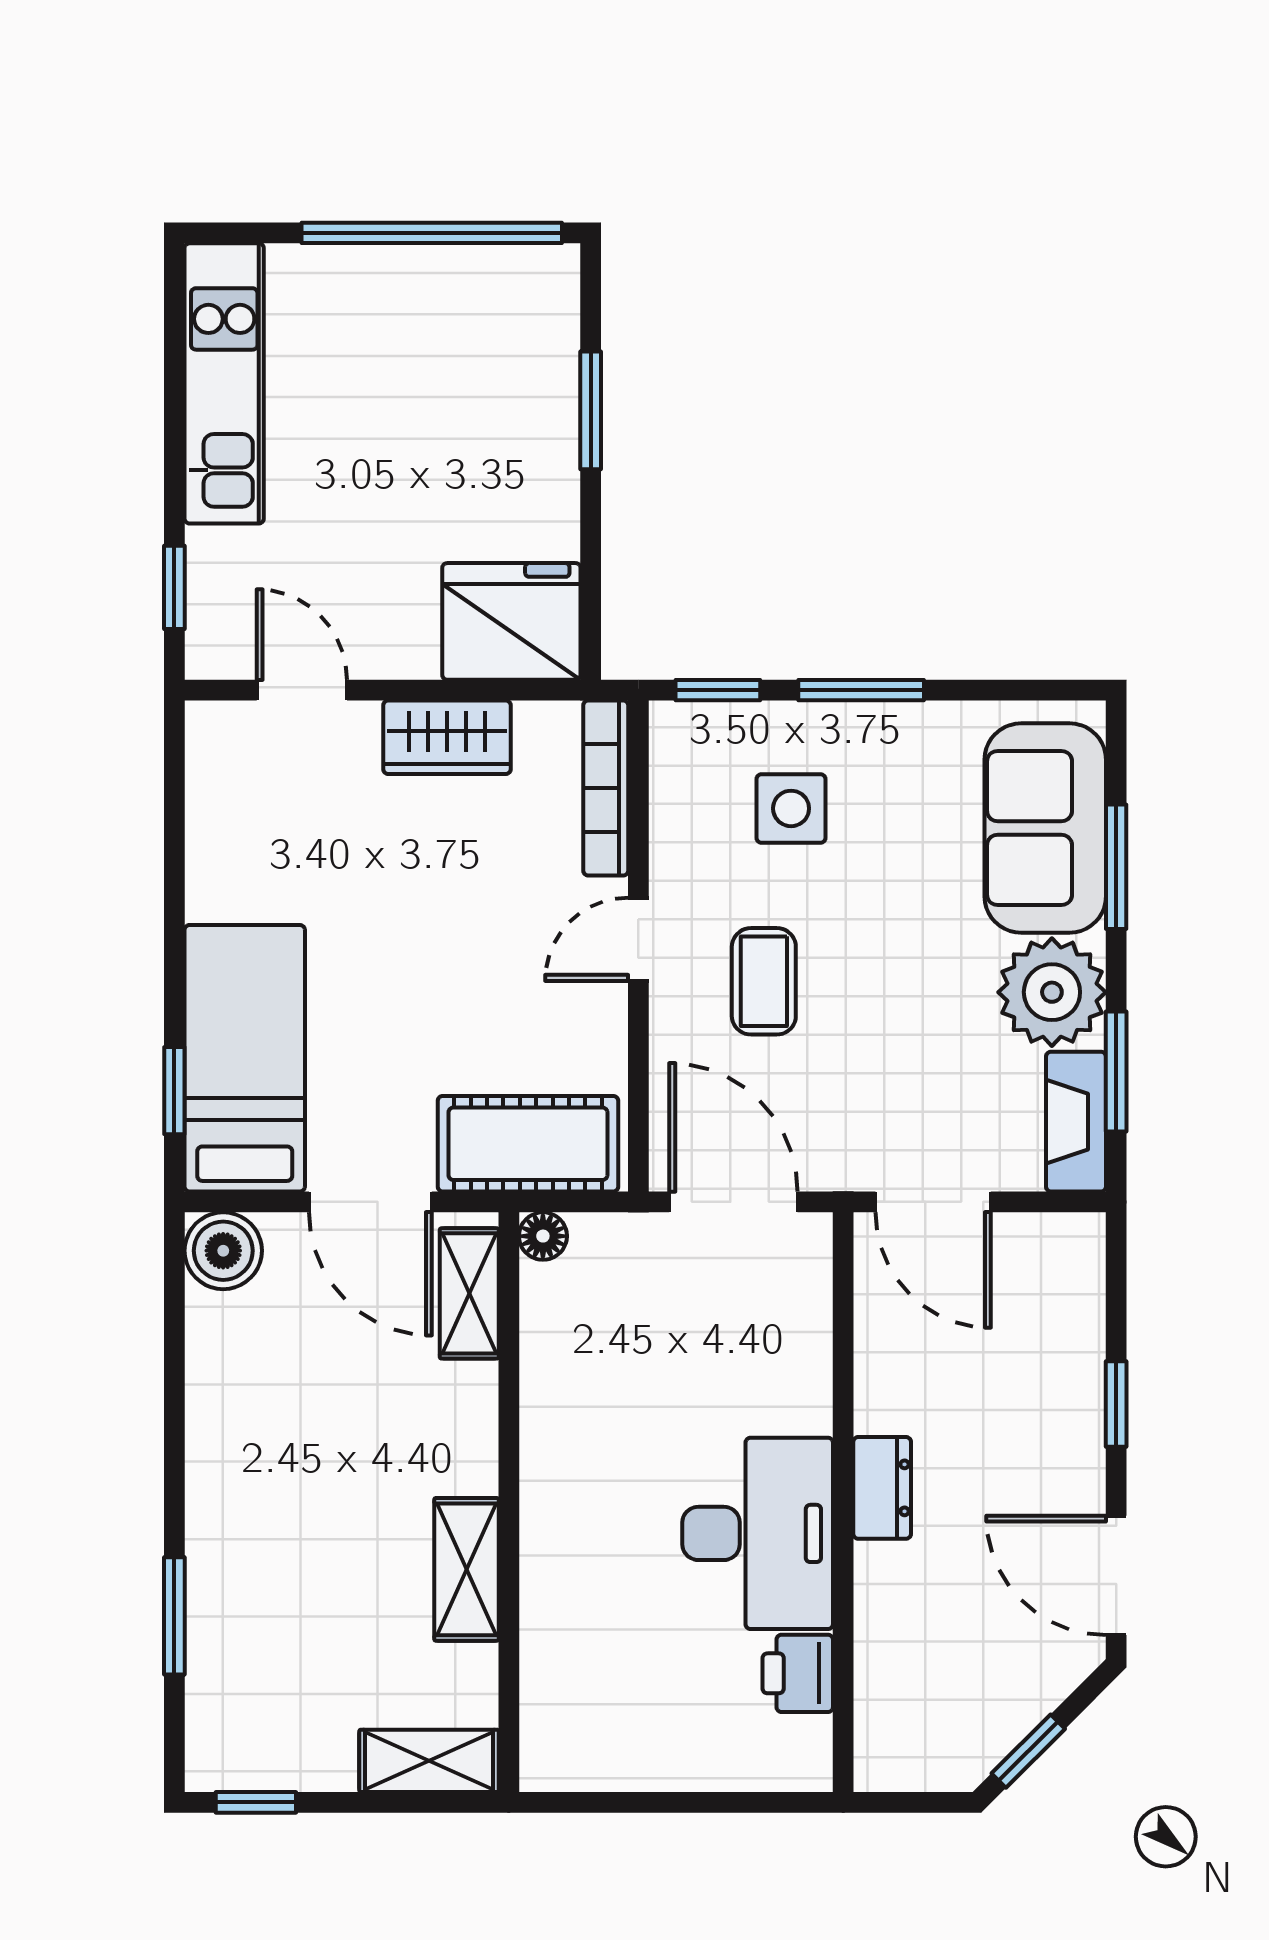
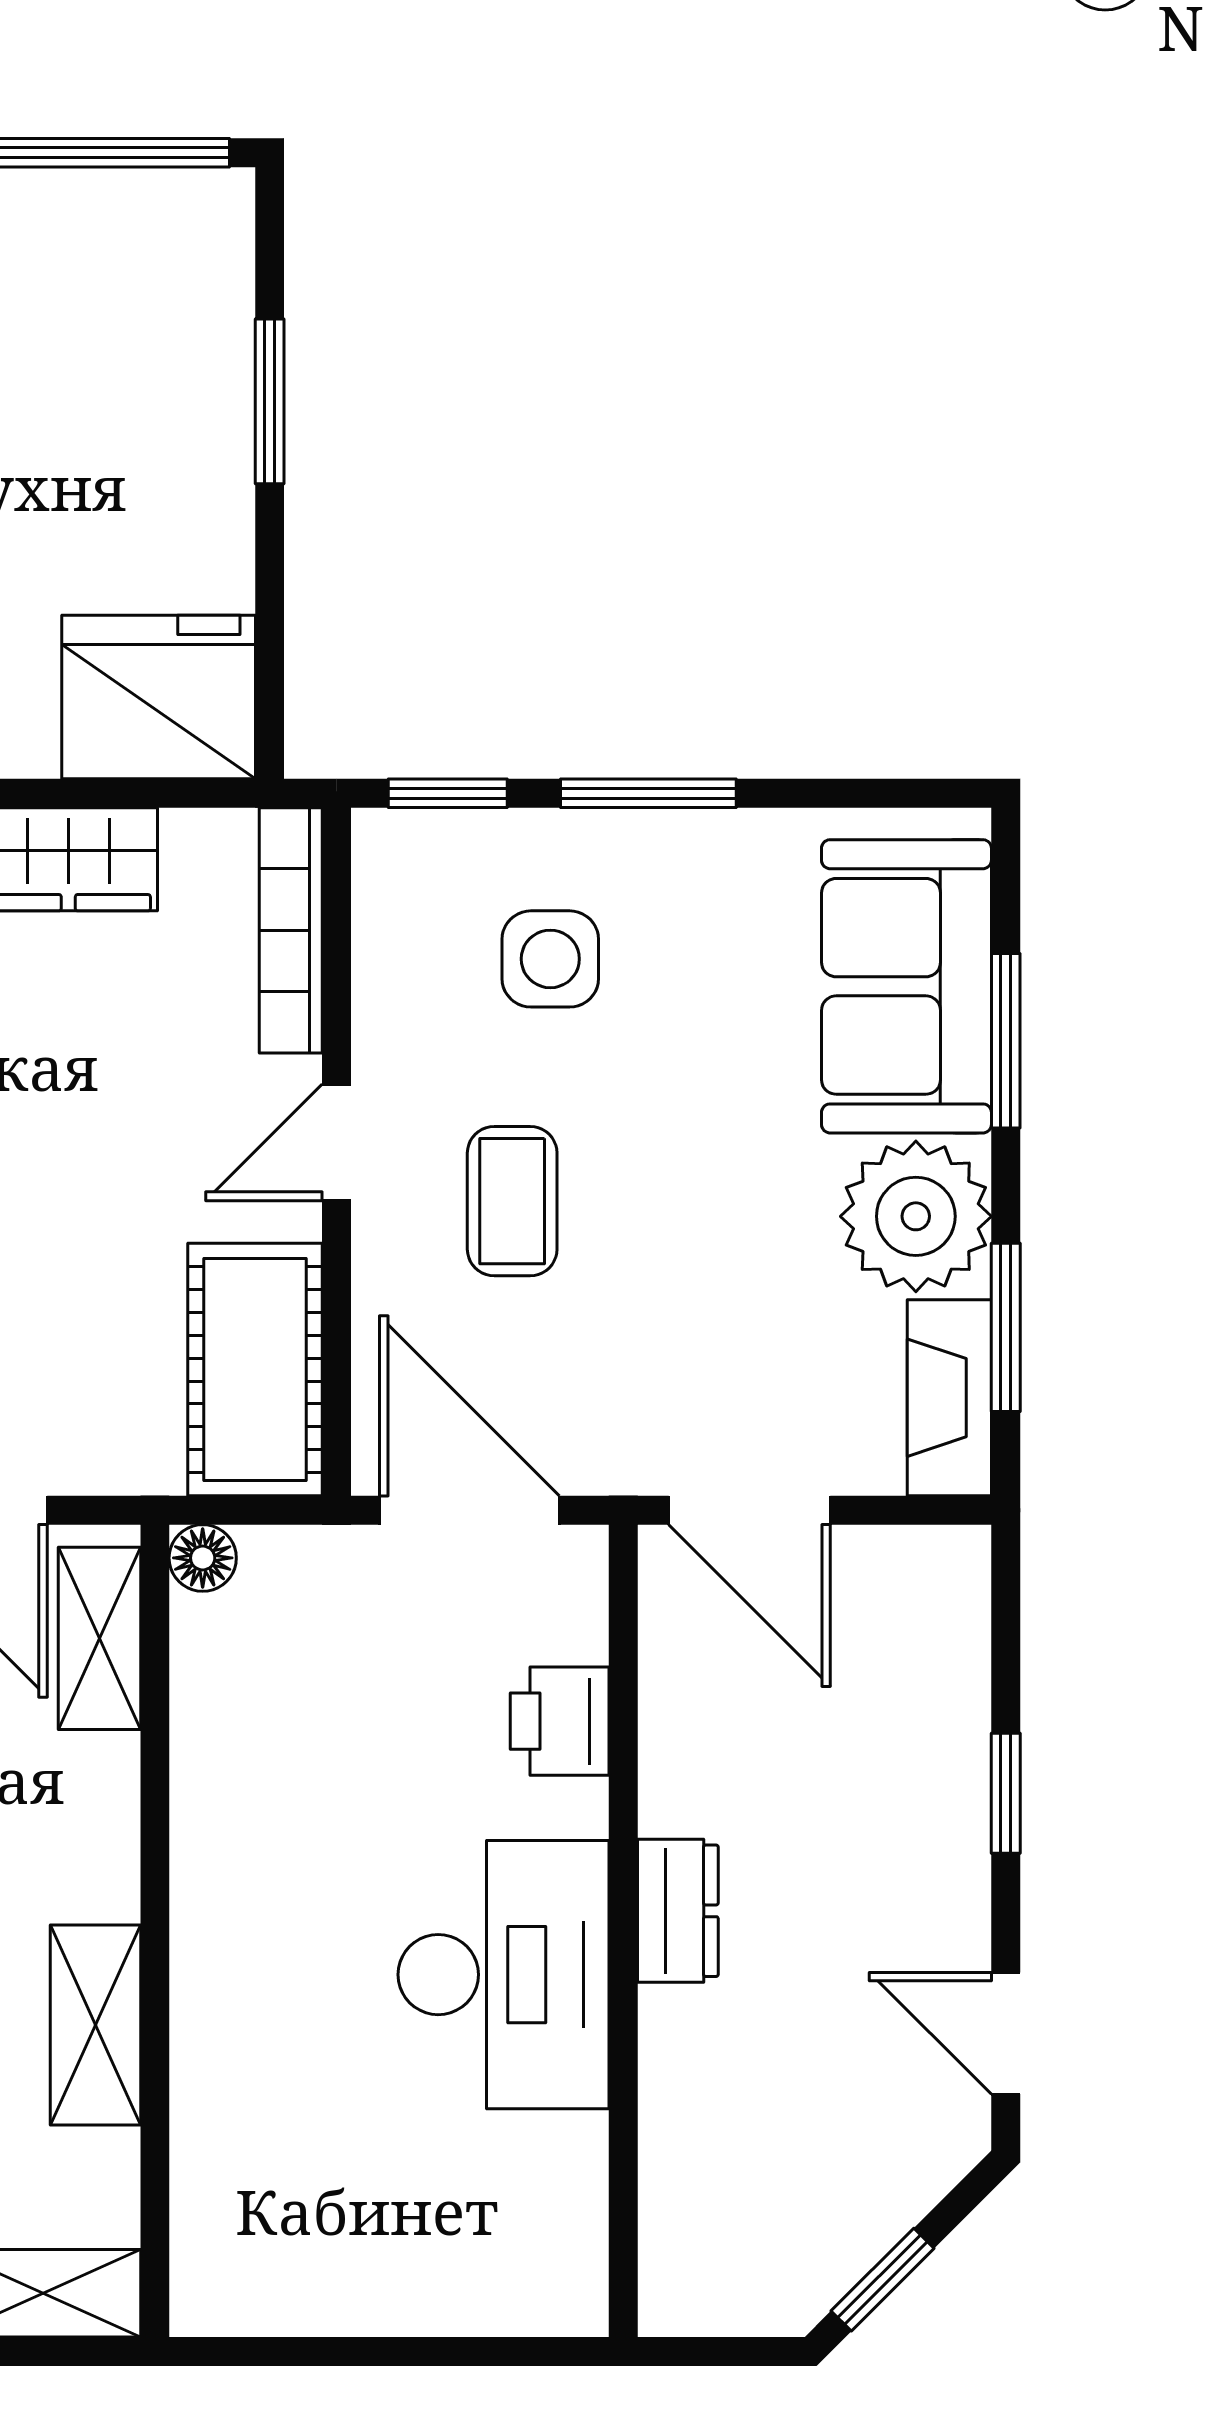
cot: (528, 1144) -> (255, 1370), moved, turned 90
door: (1116, 1575) -> (1006, 2033), width x0.73
printer: (798, 1673) -> (560, 1721), moved

